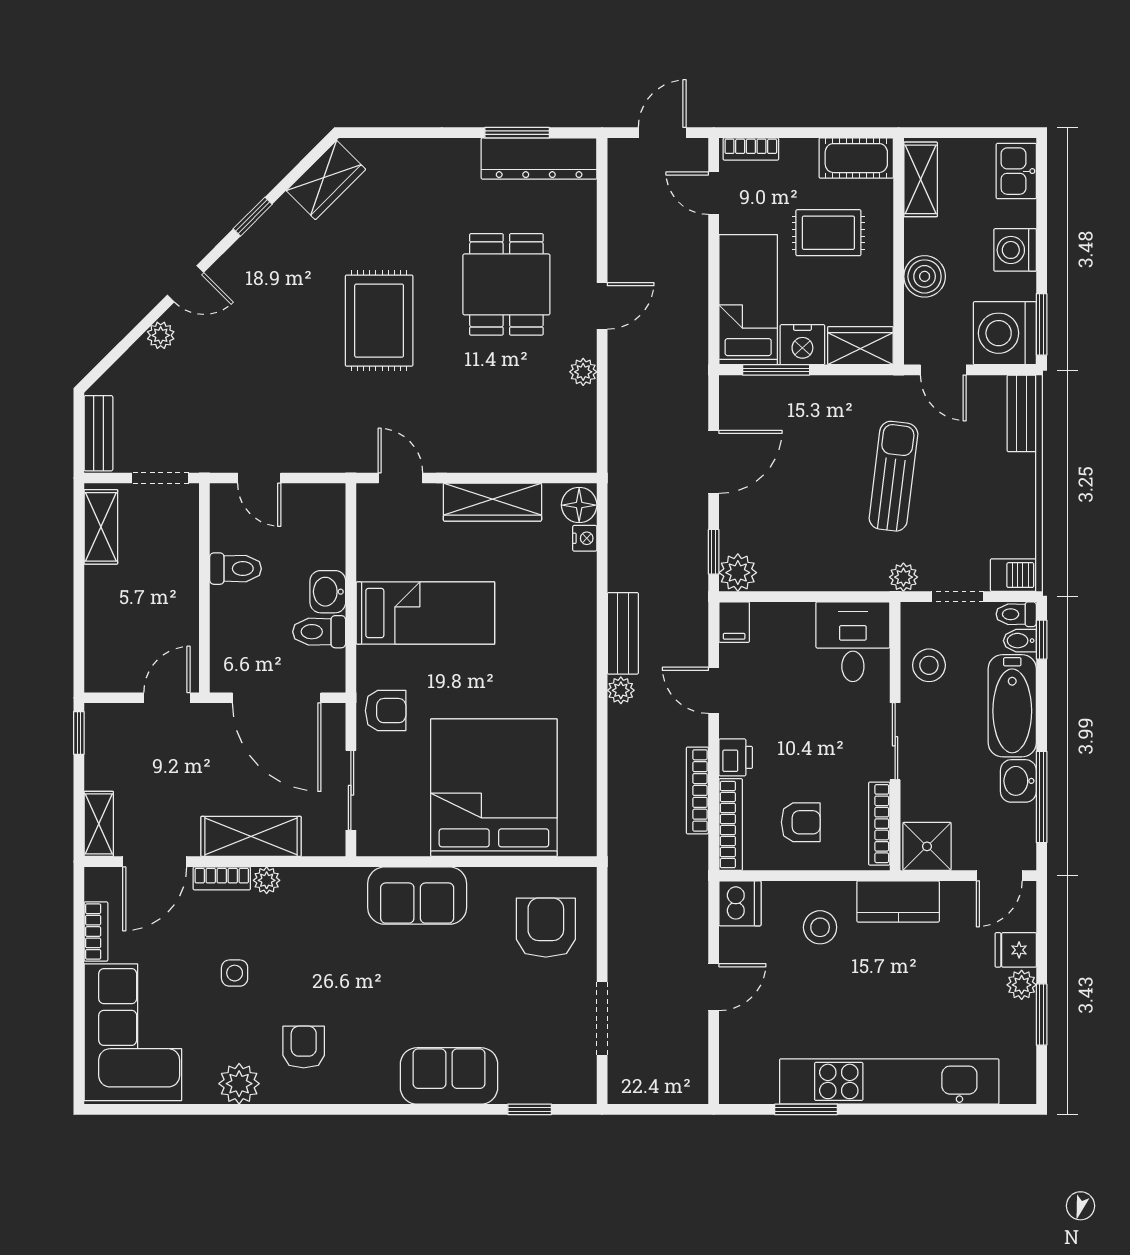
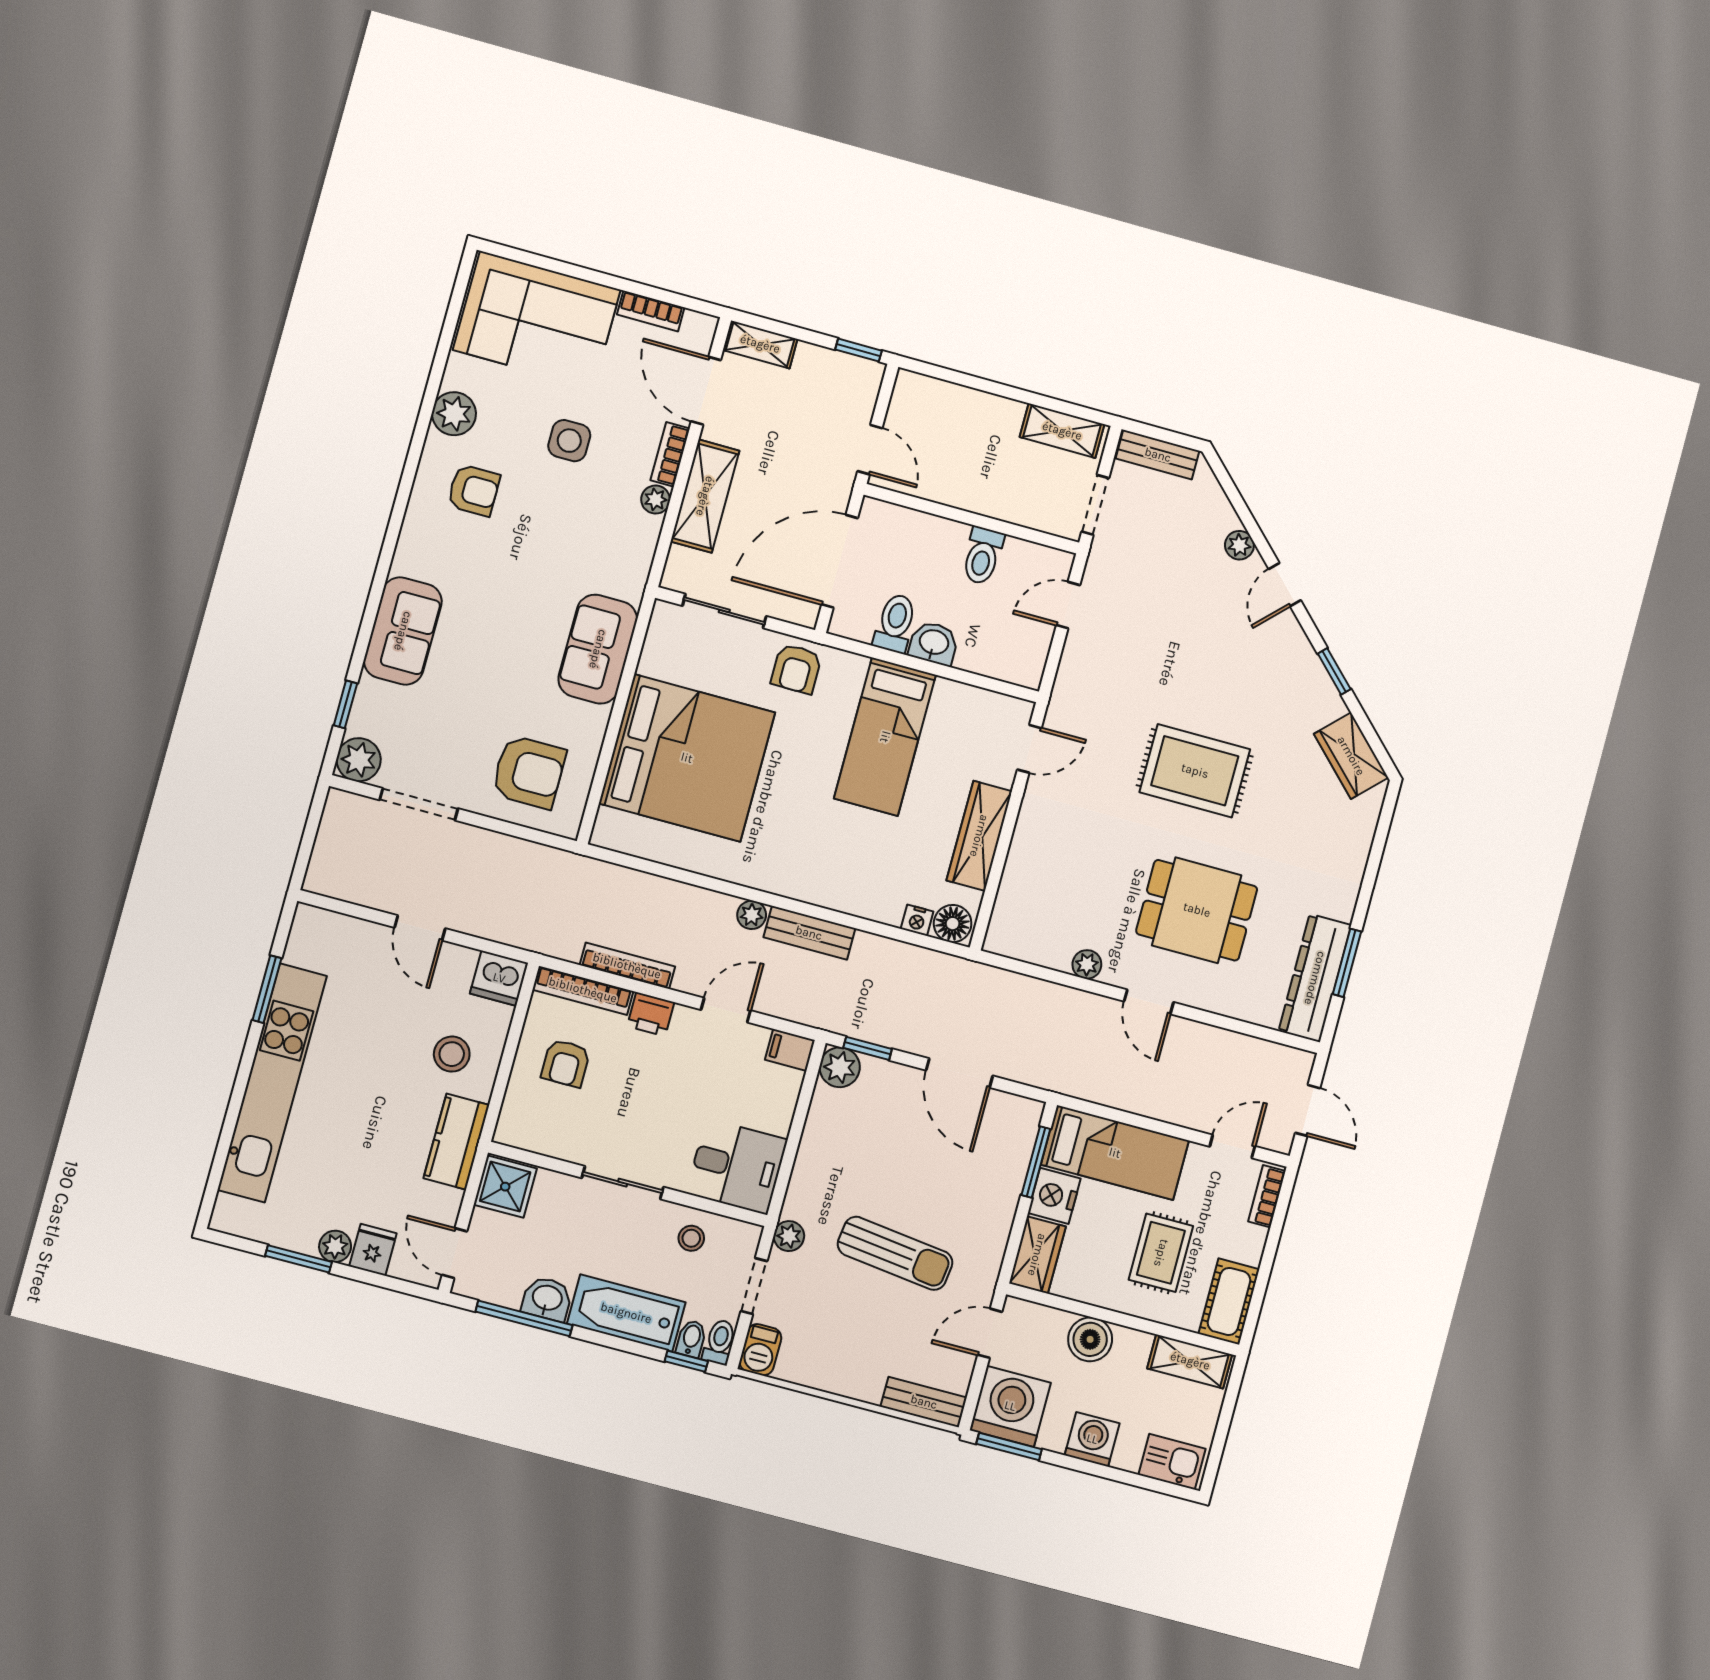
stool: (929, 665) -> (691, 1238), width x0.73, depth x0.73
bookcase: (879, 824) -> (542, 1144), removed
side table: (235, 973) -> (569, 441), width x1.37, depth x1.37
plant: (576, 1084) -> (359, 760), added

